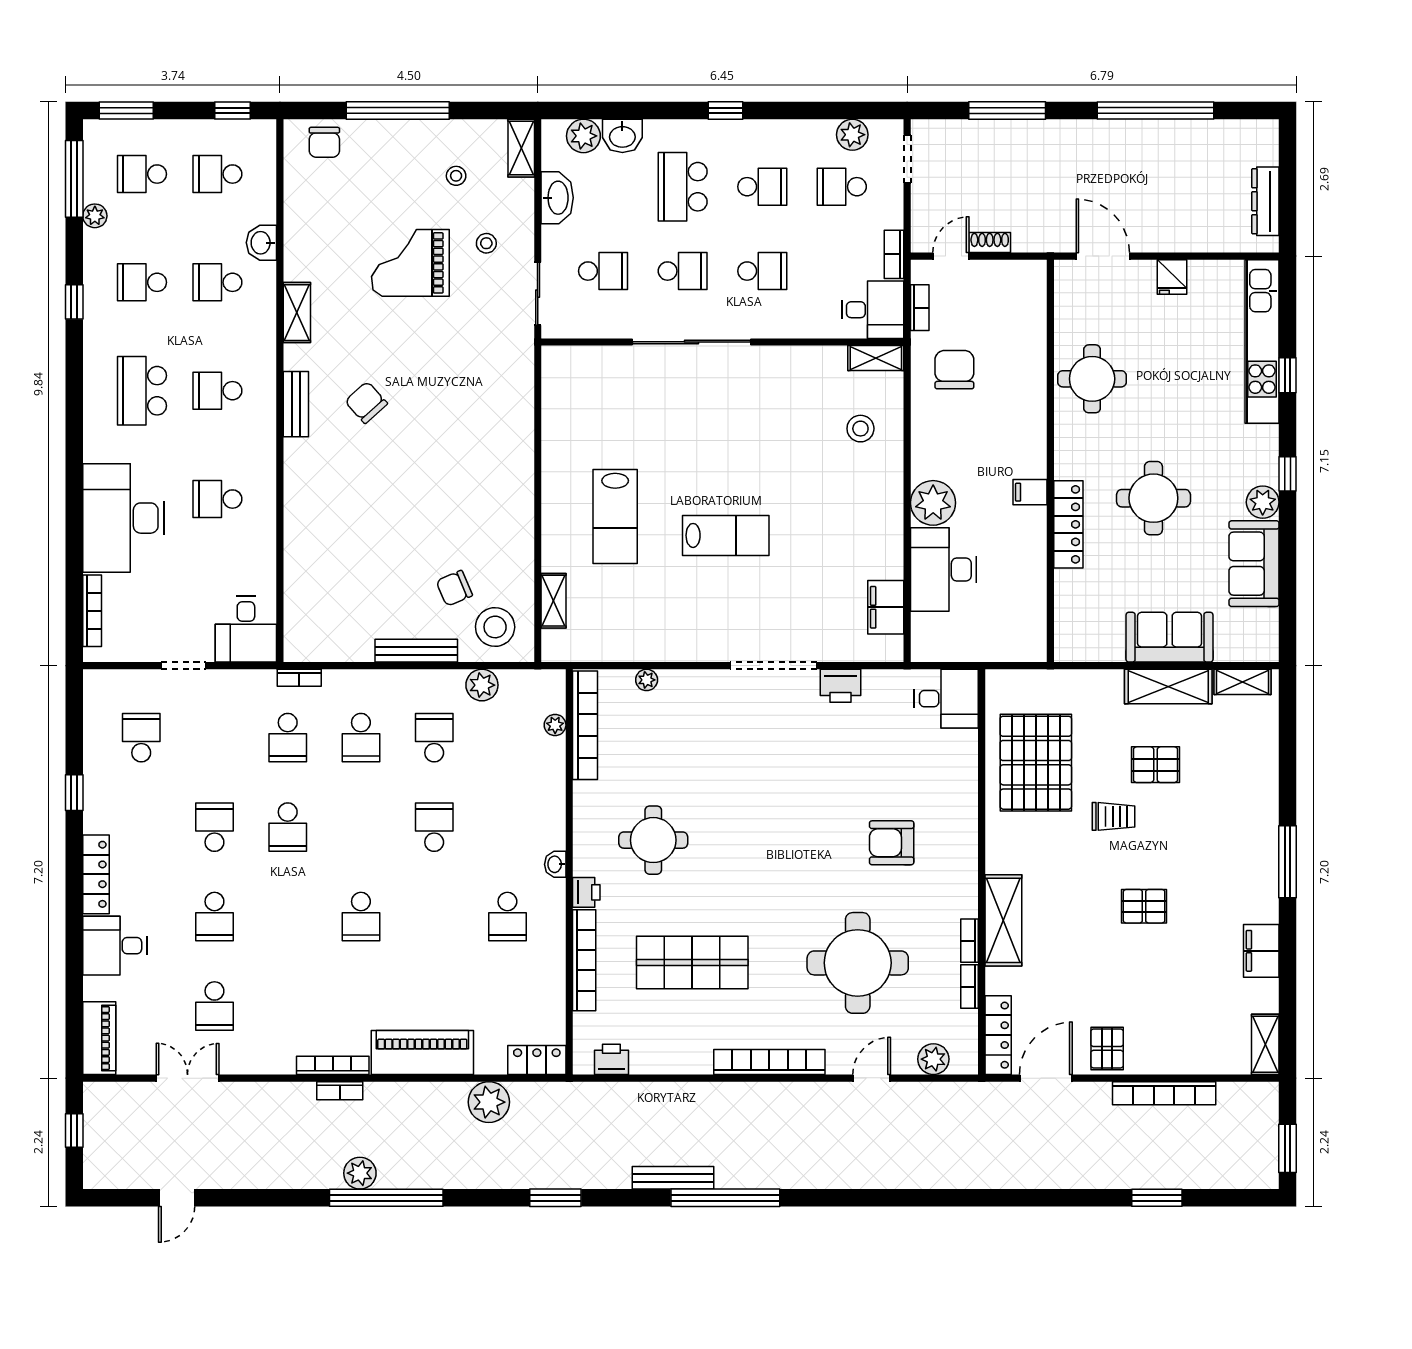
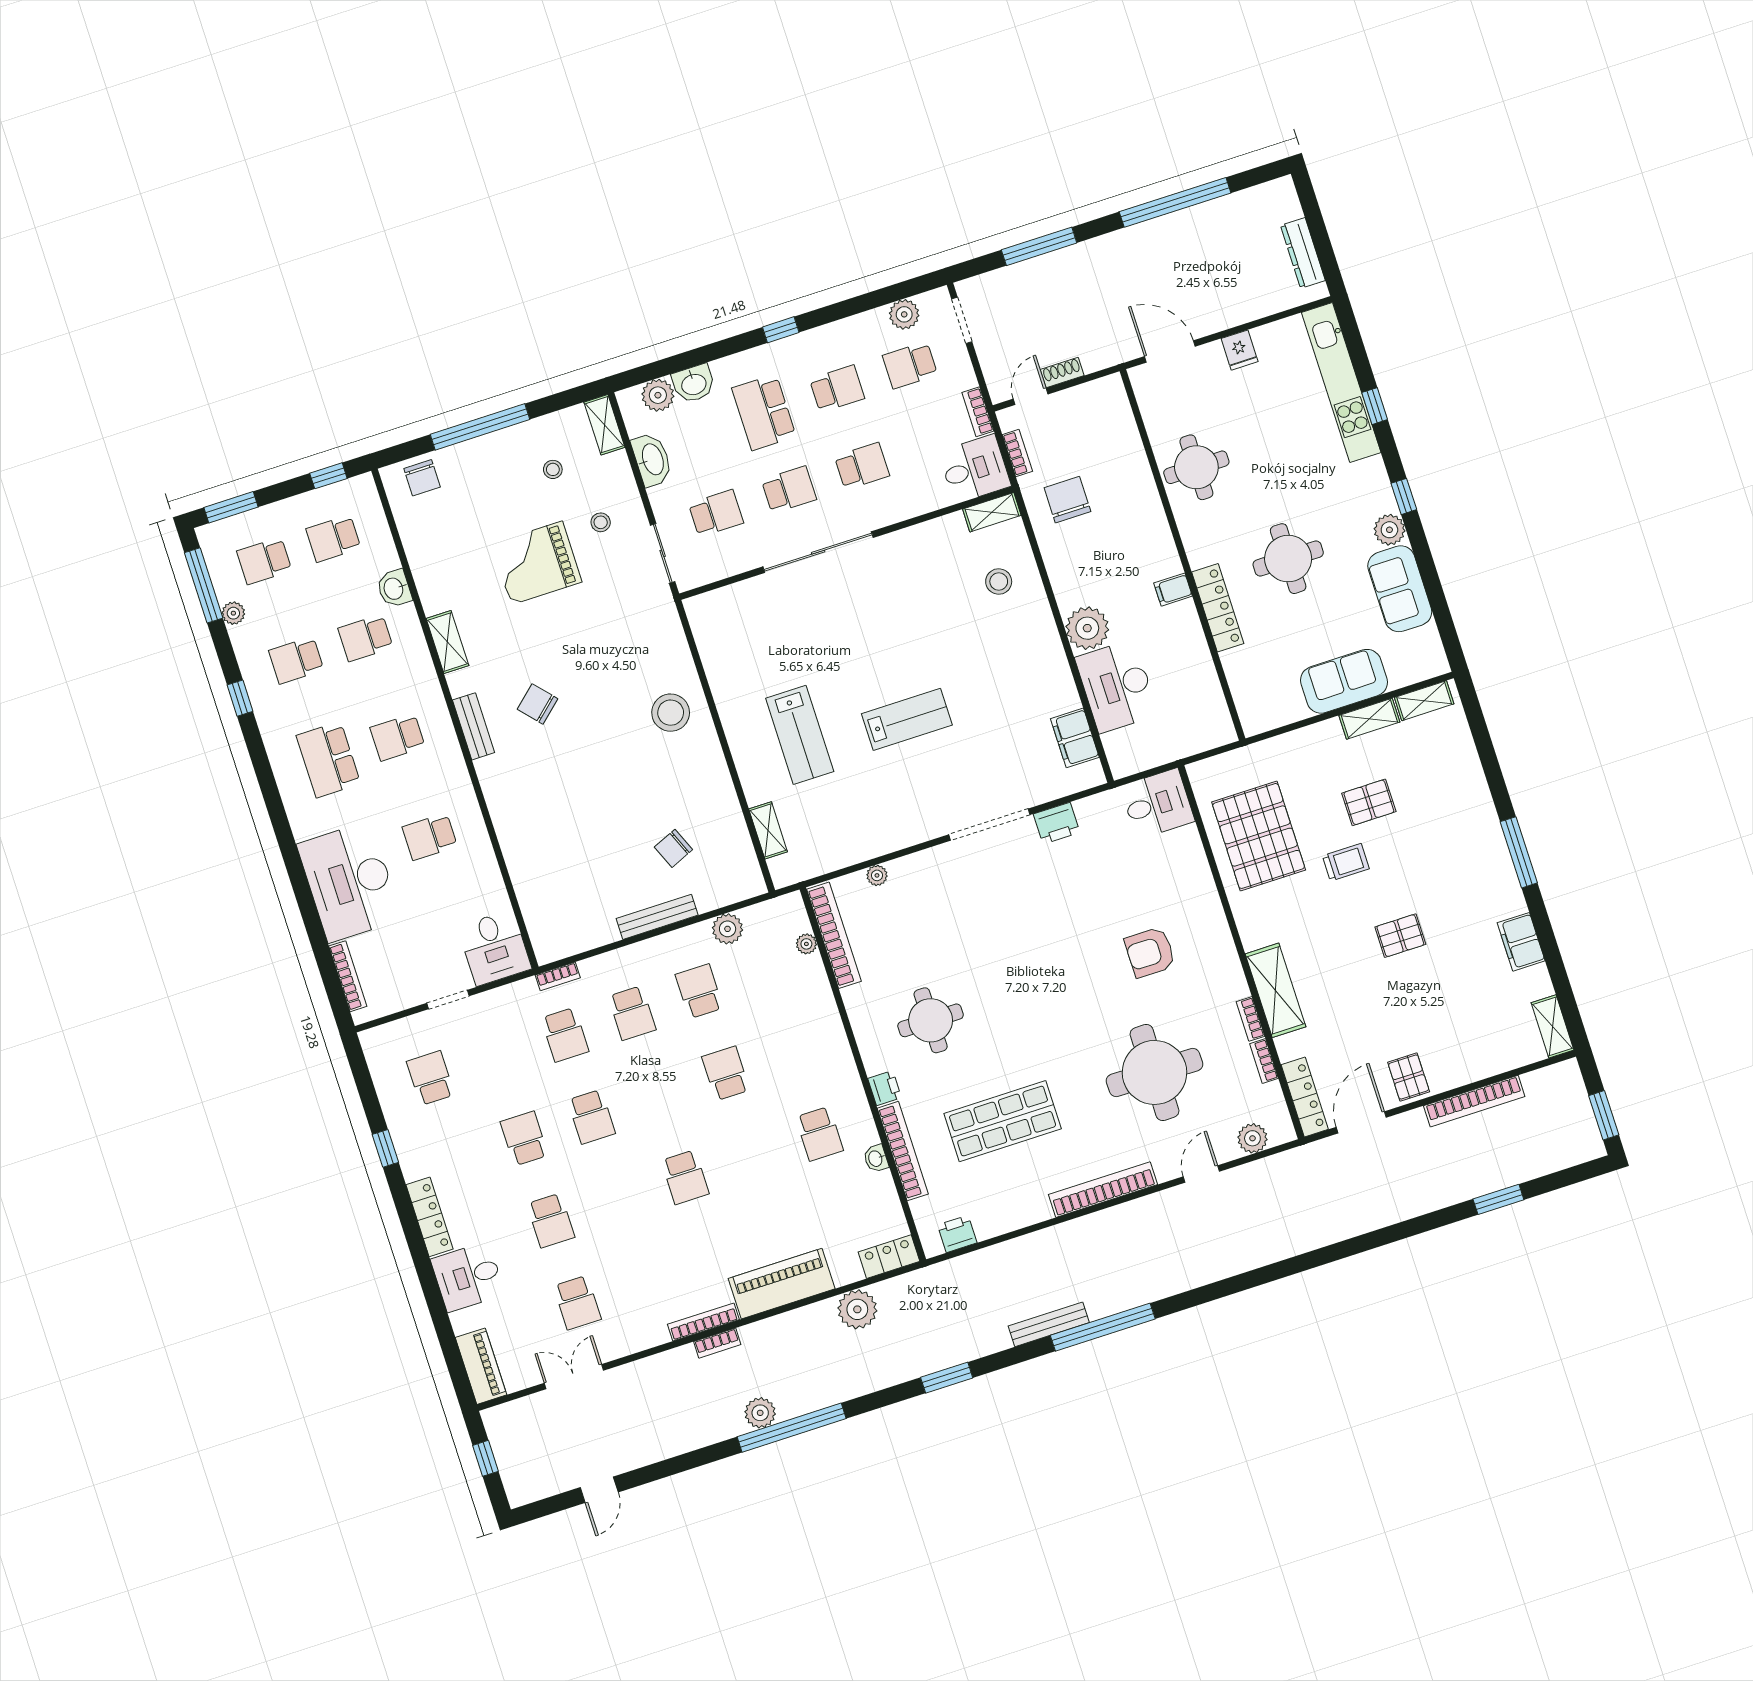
stool: (495, 627) -> (671, 713), moved
shelving: (1168, 687) -> (1369, 719), width x0.67, depth x0.75
washbasin: (555, 864) -> (876, 1158), moved

